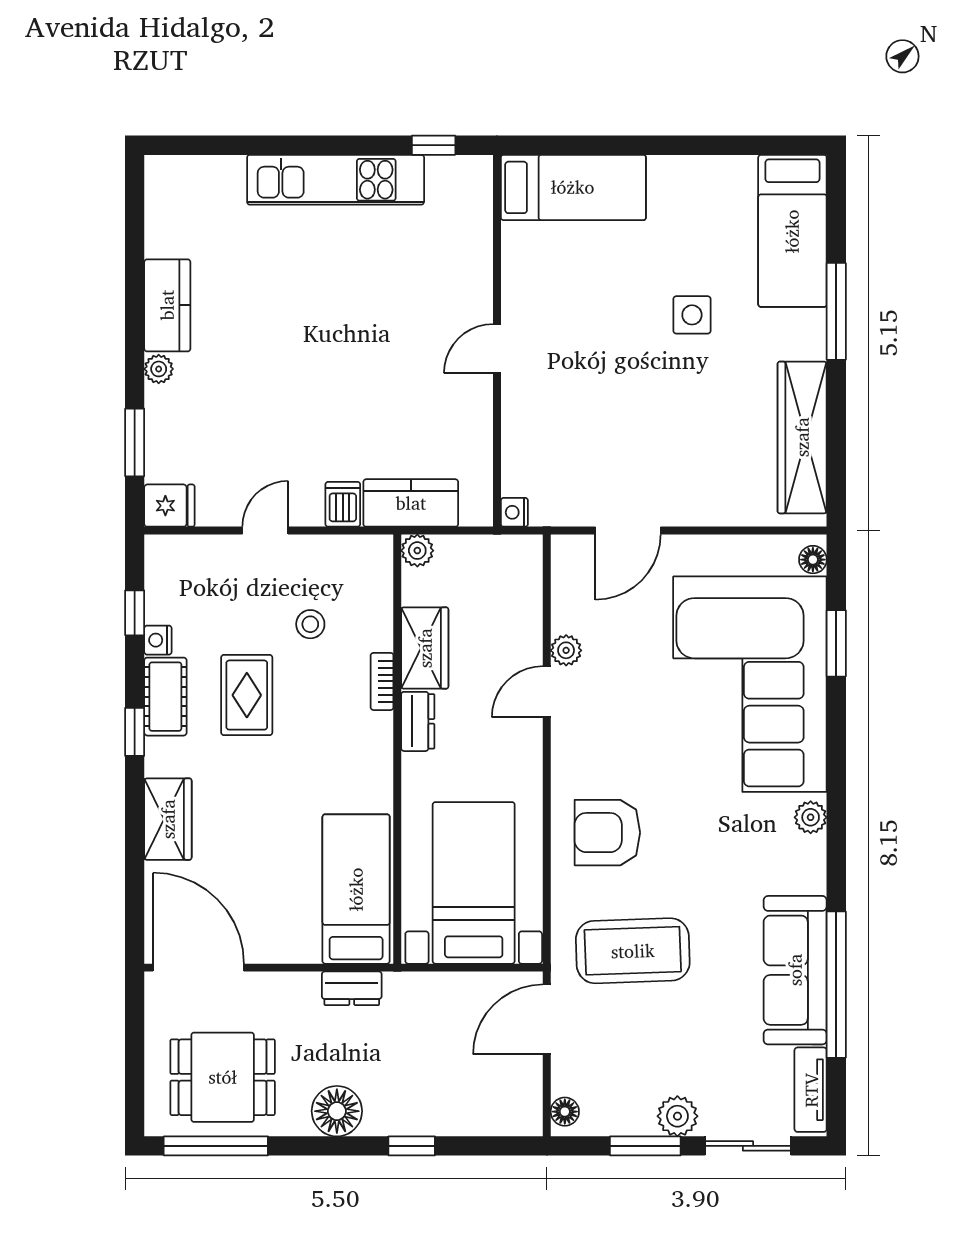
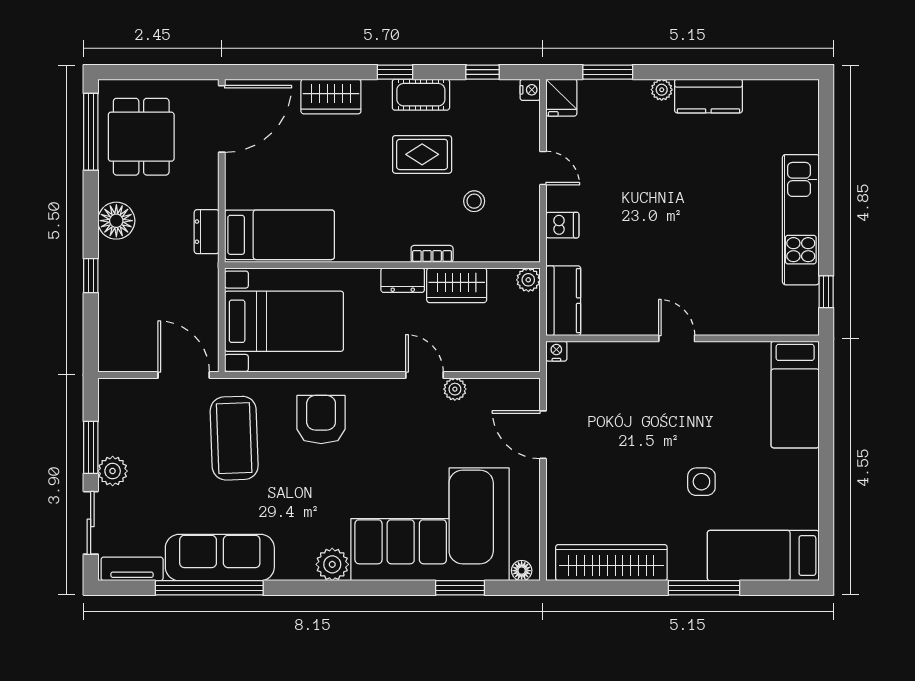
kitchen counter: (411, 503) -> (563, 301), moved
nightstand: (158, 640) -> (530, 90), moved, turned 90
plant: (811, 817) -> (332, 564), width x1.38, depth x1.38
floor lamp: (565, 1112) -> (116, 388), removed

